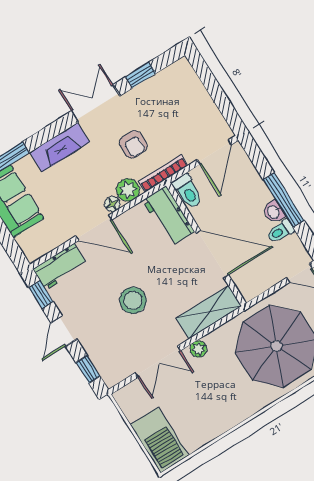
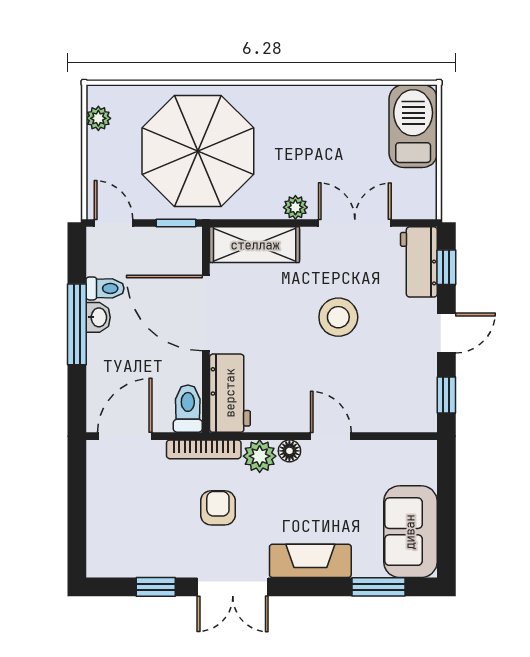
door: (94, 228) -> (331, 436), width x0.73
workbench: (60, 267) -> (419, 262), moved, turned -90
window: (263, 296) -> (176, 223), added

